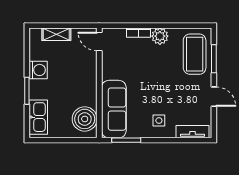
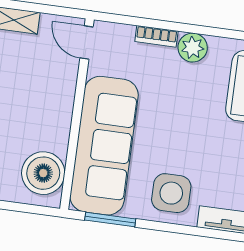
sofa: (114, 109) -> (104, 146), width x1.36, depth x1.27
side table: (159, 120) -> (171, 193), width x1.87, depth x1.87

